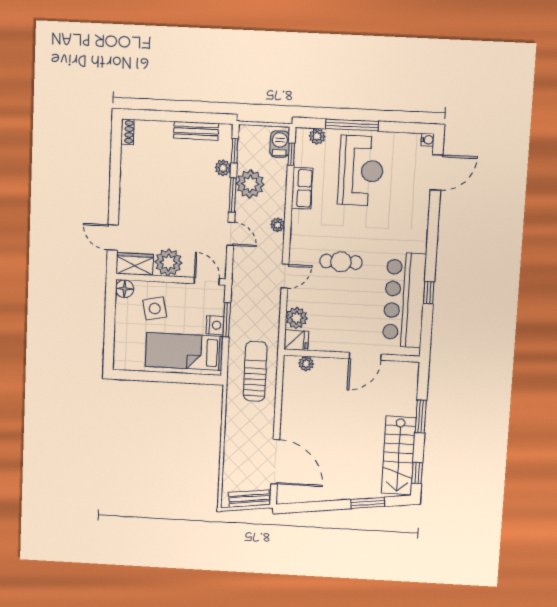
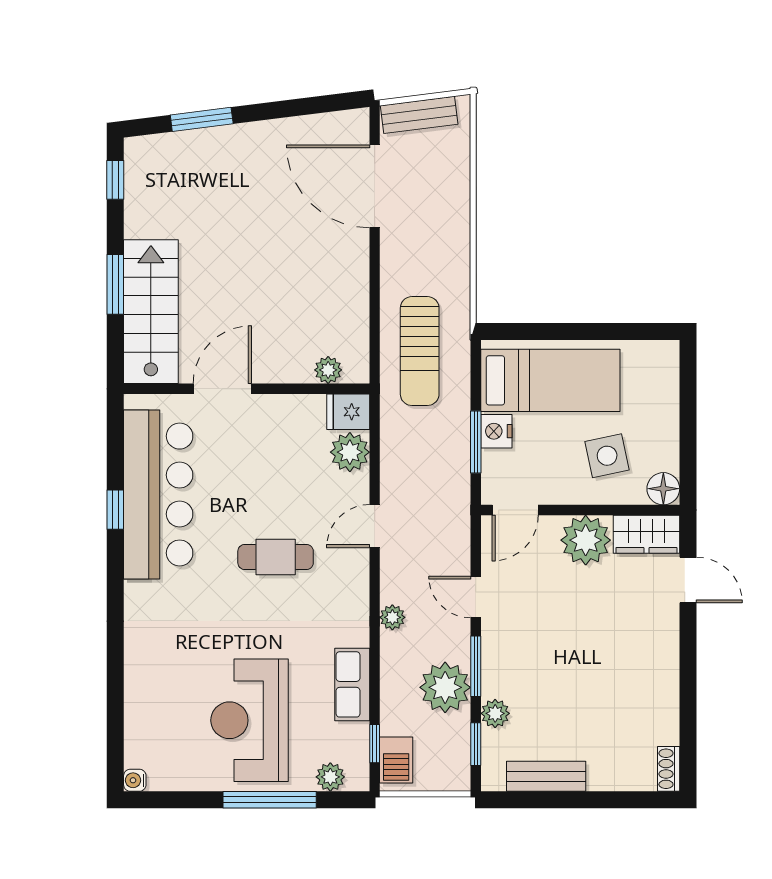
door: (437, 172) -> (115, 724), removed
door: (207, 281) -> (515, 510), hinge flipped
stairs: (399, 456) -> (151, 312), moved

